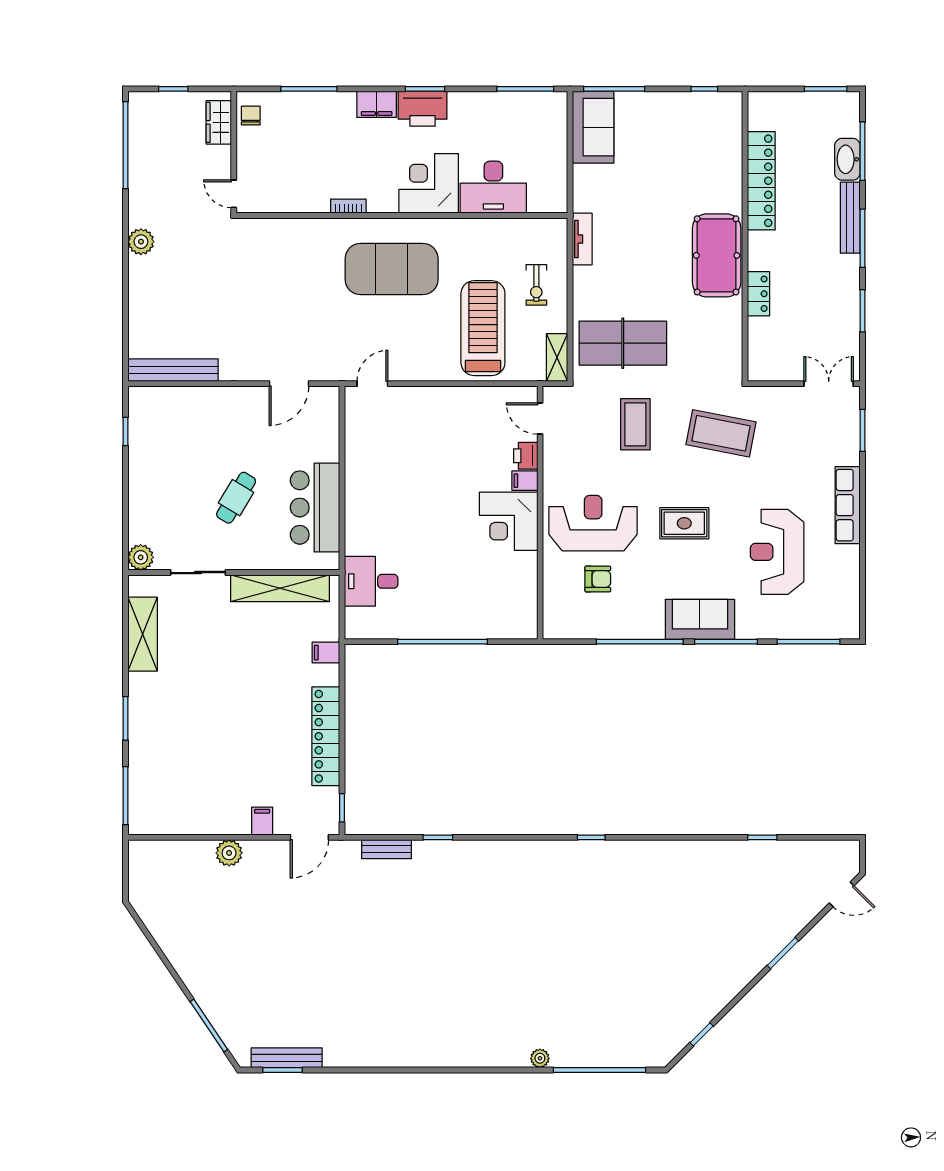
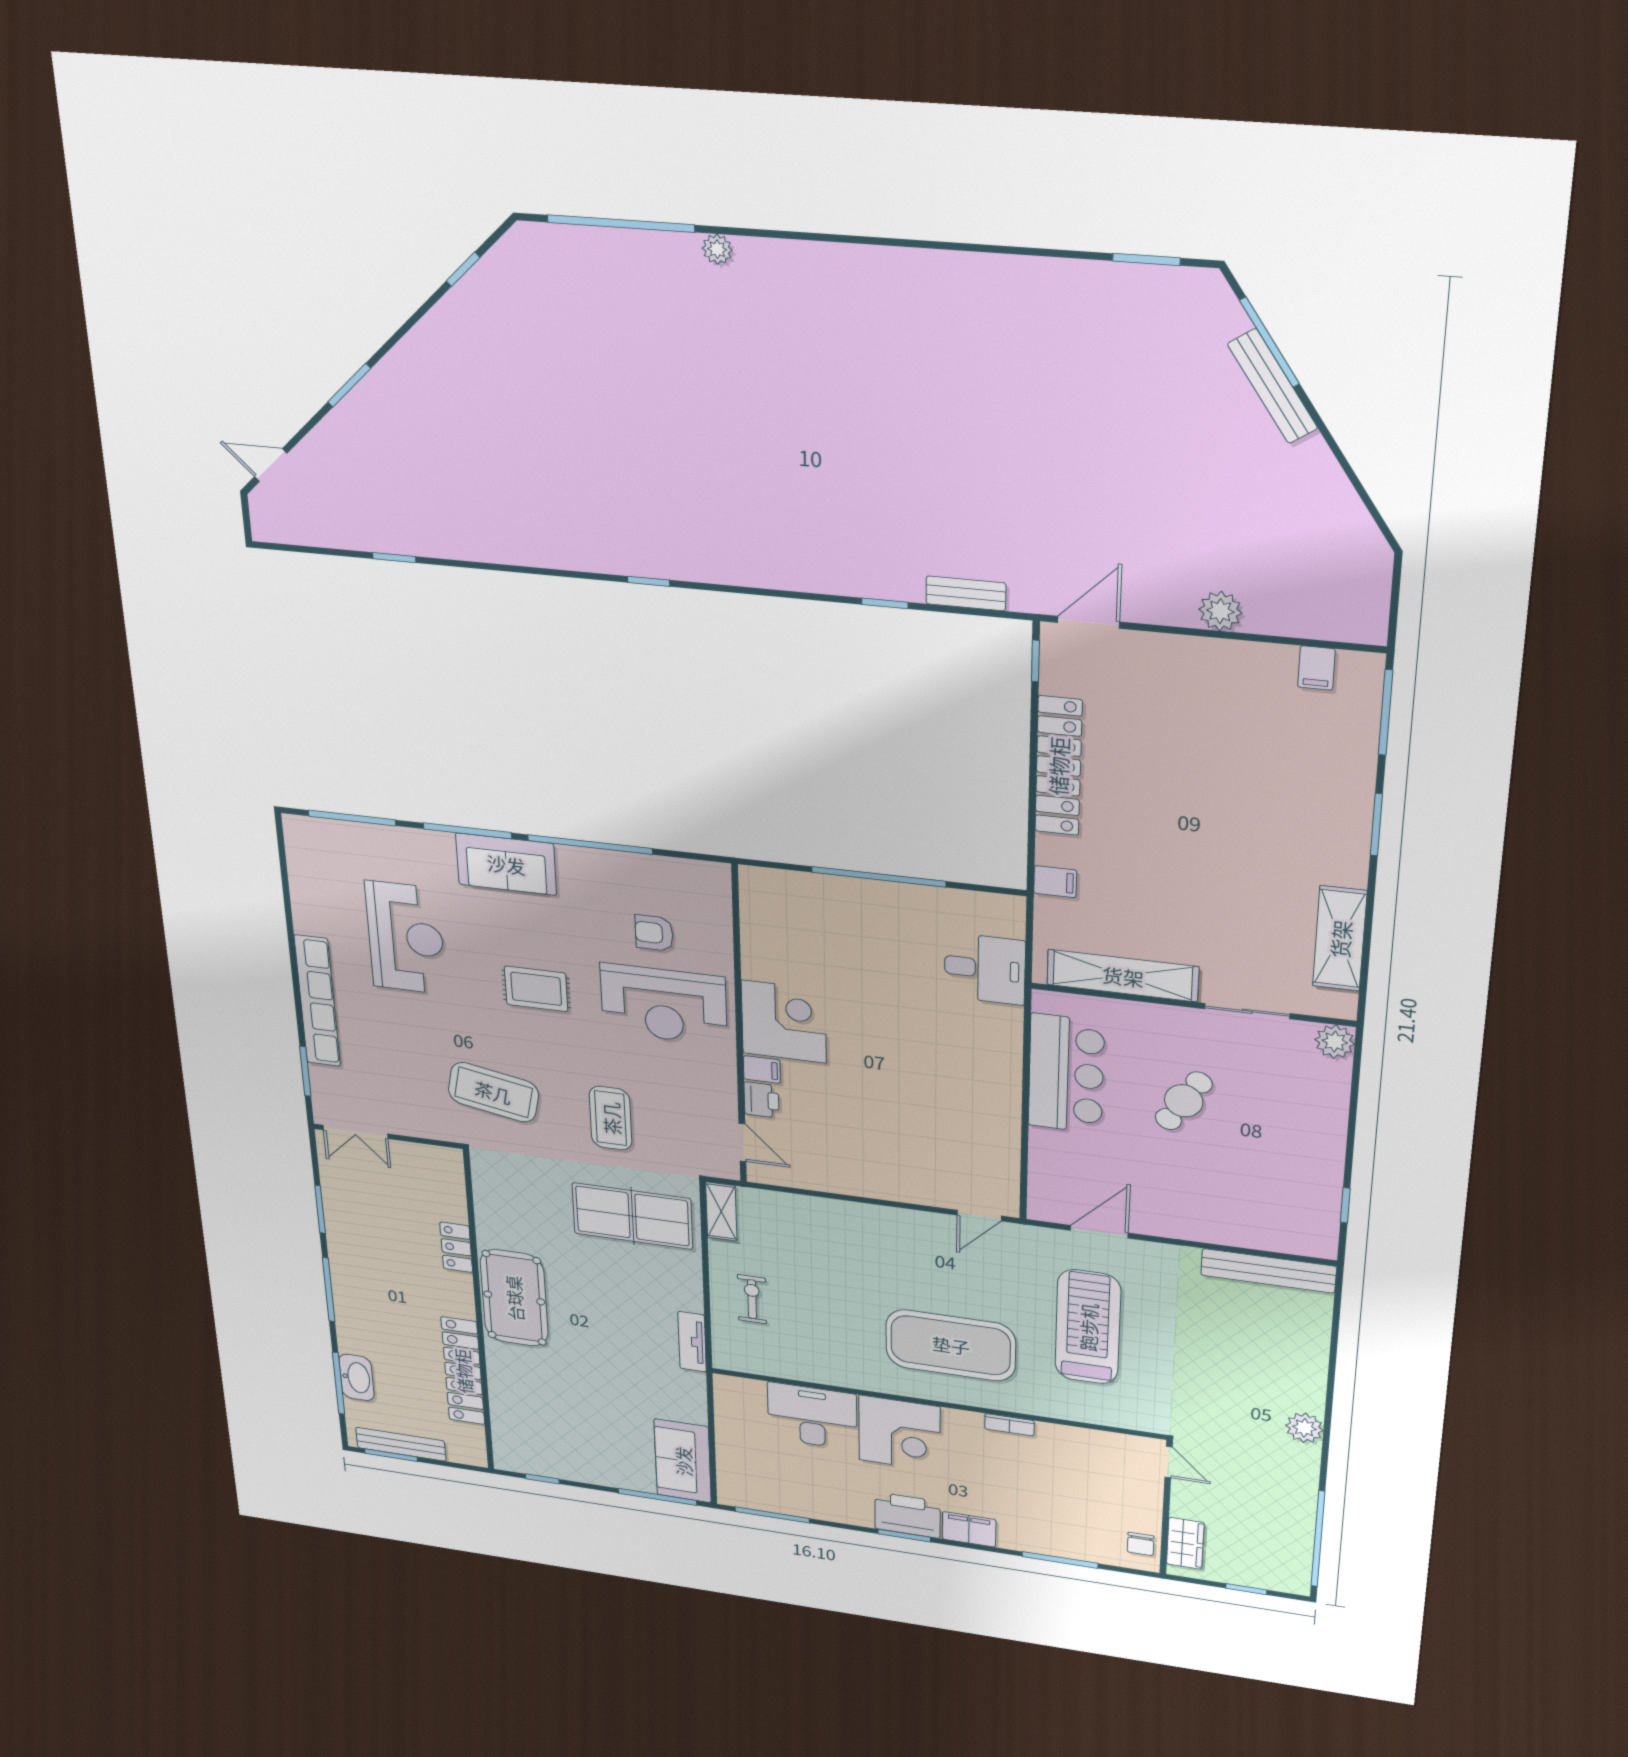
bench: (850, 218) -> (401, 1444), moved, turned 90
treadmill: (483, 328) -> (1088, 1327), moved, turned 180
row of seats: (848, 505) -> (317, 1001), width x1.36
filing cabinet: (262, 821) -> (1316, 668), moved
bench: (287, 1058) -> (1273, 386), moved, turned 56

